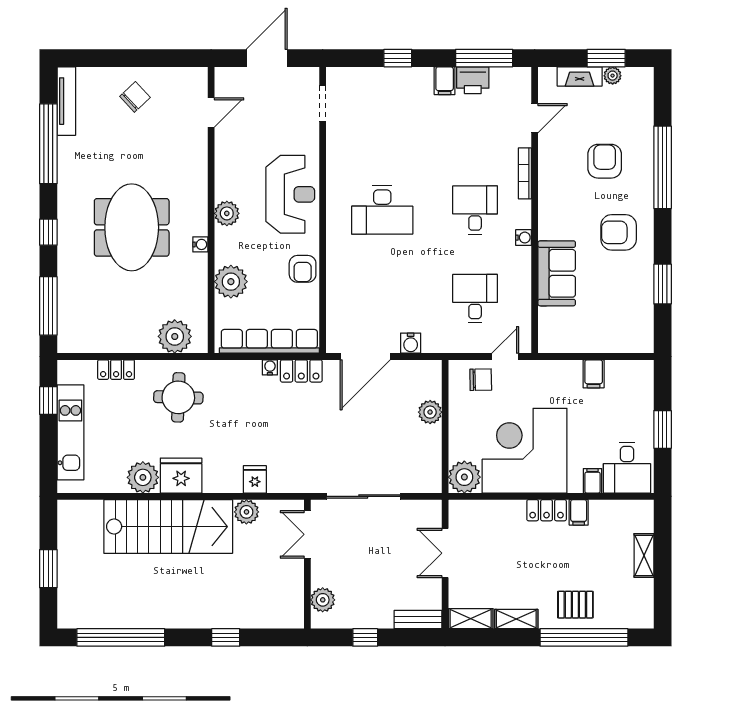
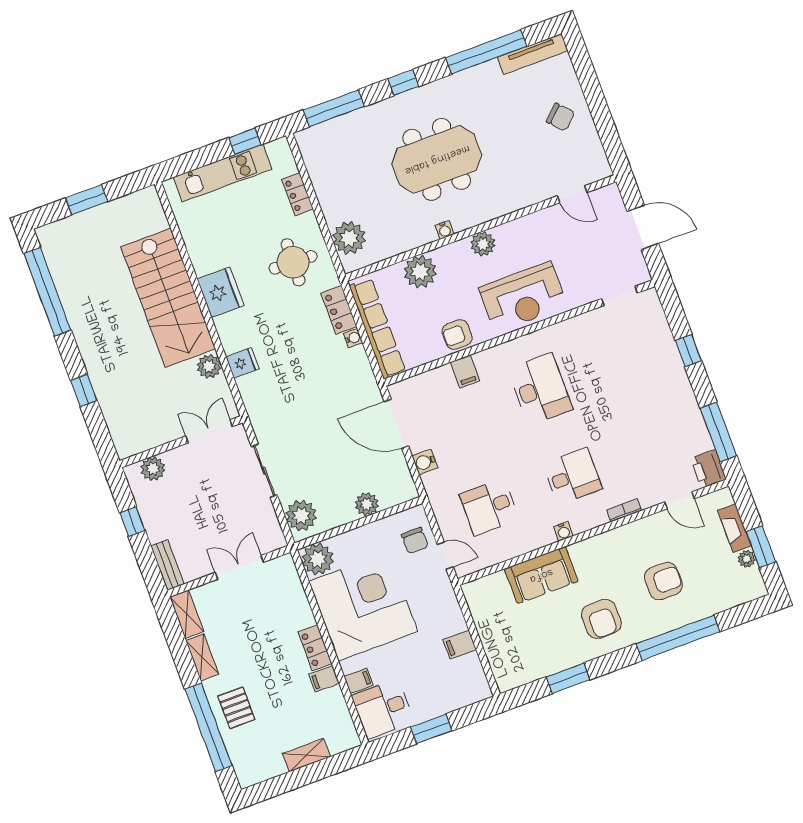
printer: (473, 80) -> (708, 469), moved
filing cabinet: (445, 81) -> (465, 371), moved, turned -90
bookcase: (525, 173) -> (624, 510), width x0.64
desk: (382, 210) -> (540, 389), turned 180
armchair: (619, 232) -> (601, 619), turned 180
desk: (475, 299) -> (489, 507), turned 180
locker: (301, 371) -> (339, 310), moved
plant: (143, 477) -> (301, 516), moved
sliding door: (363, 496) -> (264, 471), width x0.73

